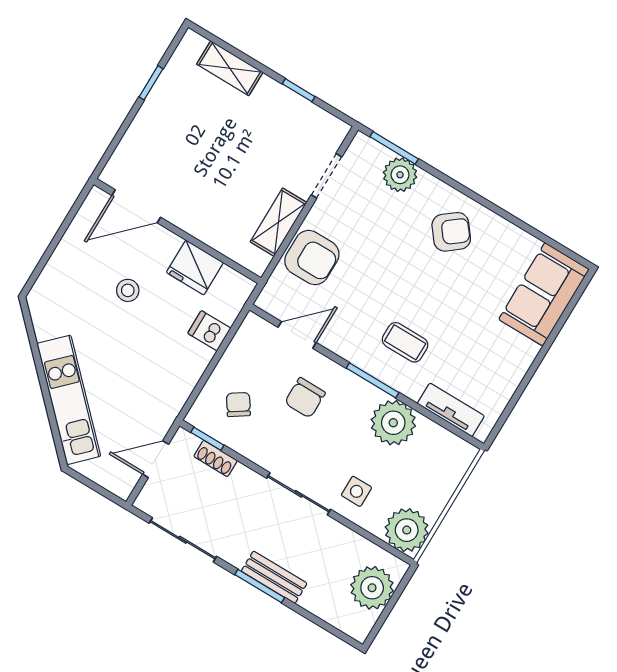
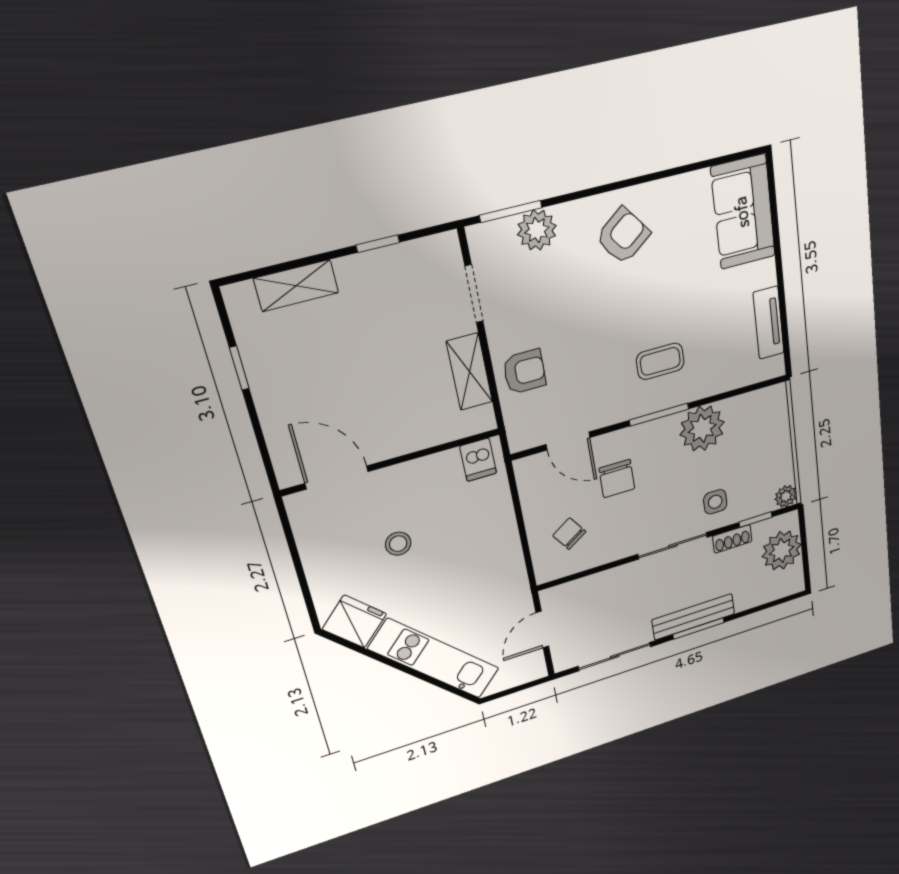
door: (136, 206) -> (337, 477), swing flipped
armchair: (312, 258) -> (524, 372), width x0.72, depth x0.72
fridge: (195, 267) -> (354, 622), moved, turned -135
dishwasher: (209, 331) -> (478, 460), moved, turned -90
door: (297, 335) -> (568, 441), swing flipped
tv unit: (451, 410) -> (769, 323), moved, turned -90
window: (207, 439) -> (756, 520), moved
shoe rack: (216, 458) -> (732, 539), moved
plant: (407, 530) -> (786, 496), width x0.53, depth x0.53
bench: (274, 577) -> (693, 617), width x1.36

